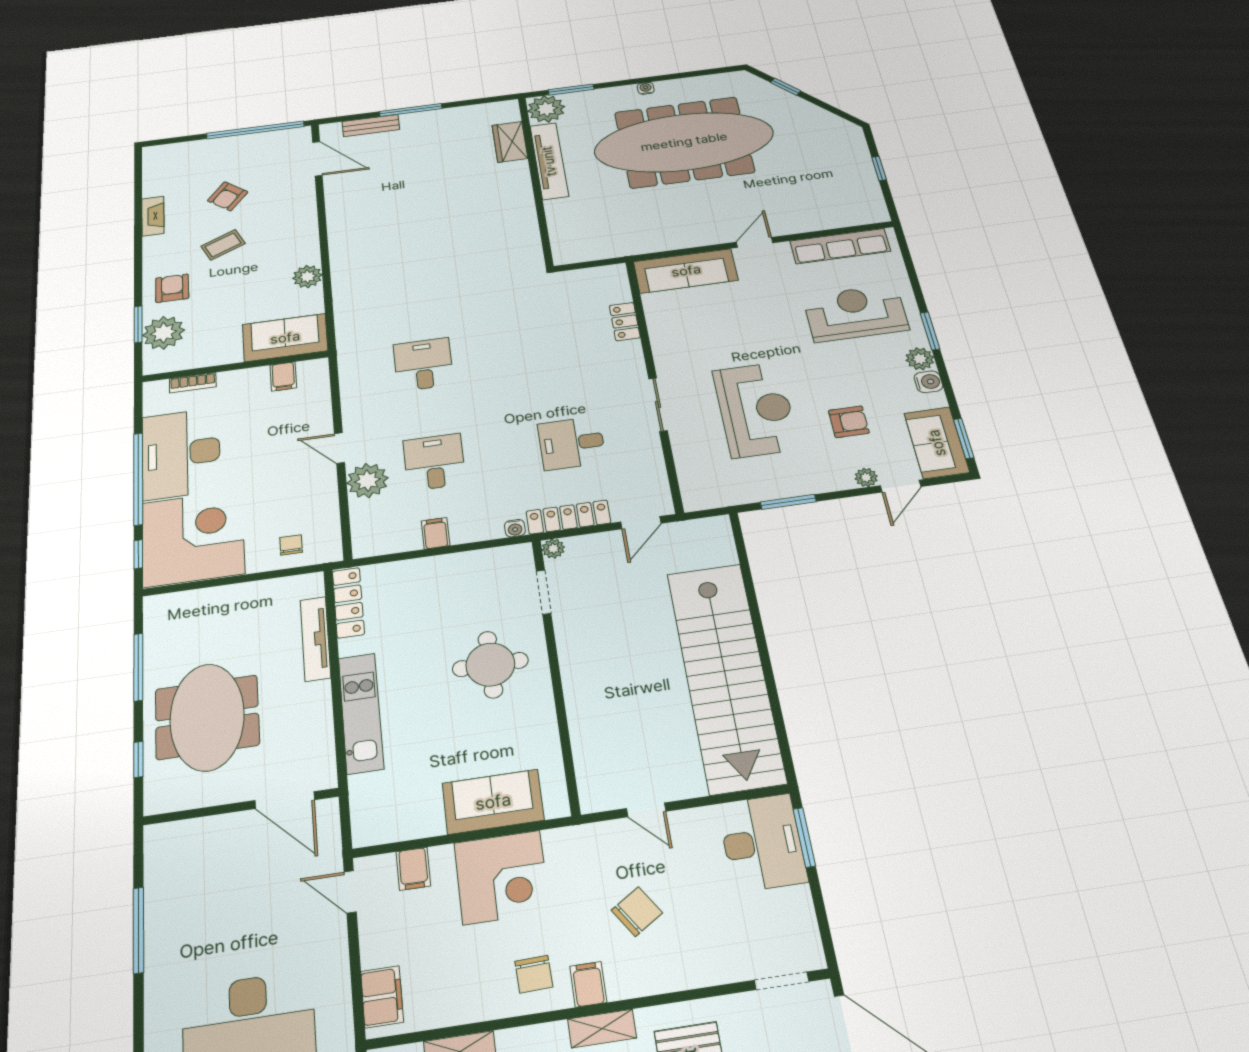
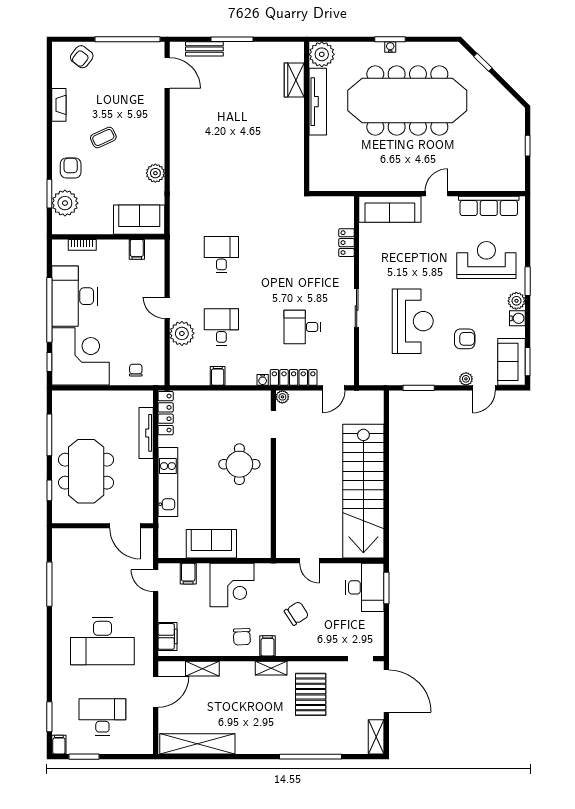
window: (571, 90) -> (390, 39), moved
armchair: (228, 196) -> (82, 57), moved
sofa: (493, 802) -> (211, 544), moved

